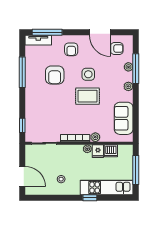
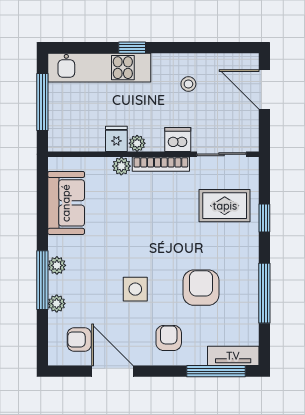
window: (136, 69) -> (42, 280), moved
rug: (87, 96) -> (225, 206), moved
window: (22, 125) -> (264, 218), moved
dishwasher: (111, 151) -> (178, 139), moved

